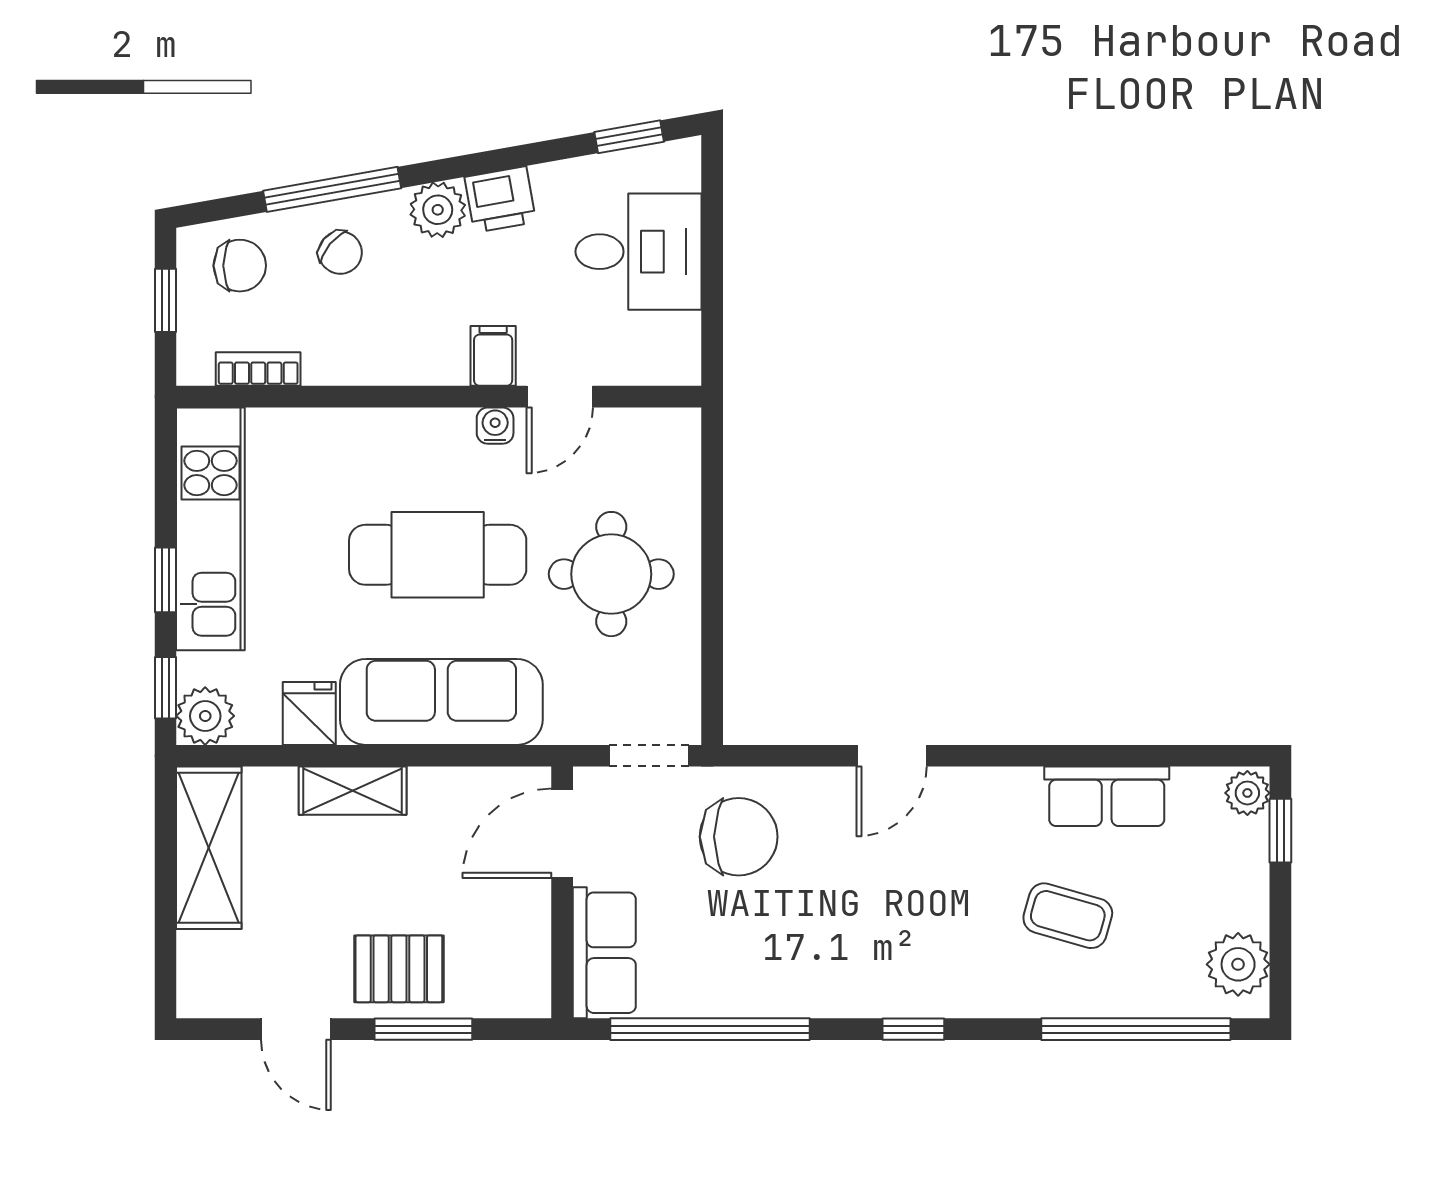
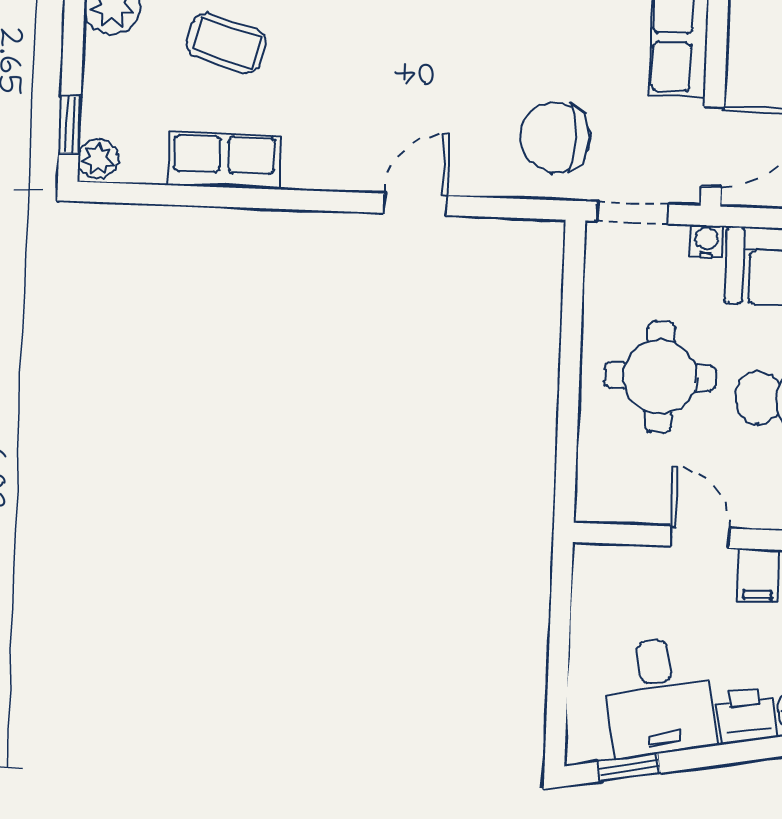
desk: (639, 252) -> (659, 697), moved, turned -100
door: (560, 397) -> (700, 537), hinge flipped
water cooler: (495, 426) -> (706, 242), moved, turned 180
coffee table: (1068, 916) -> (226, 43), moved

